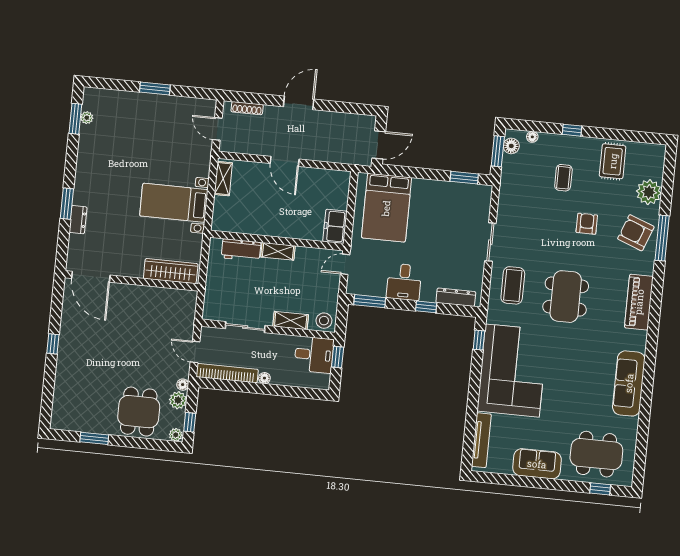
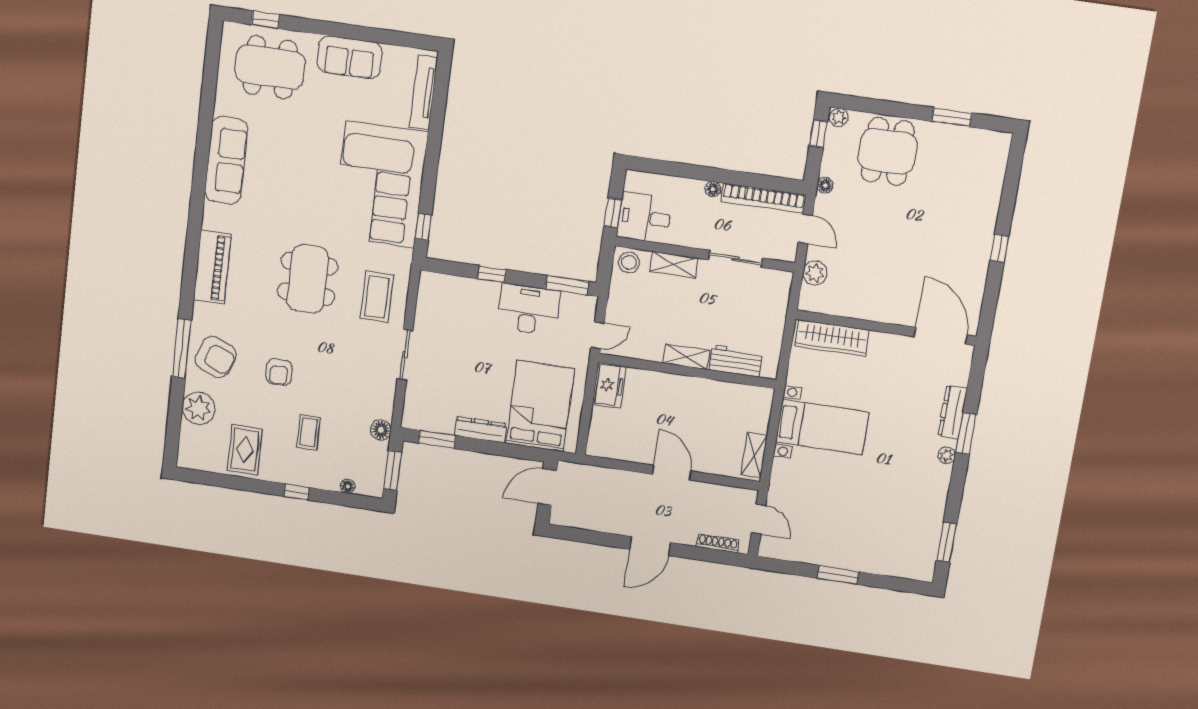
plant: (87, 118) -> (947, 455), moved
floor lamp: (511, 146) -> (381, 430), moved
dresser: (78, 220) -> (953, 412), width x1.44
desk: (404, 282) -> (528, 310), width x1.37
dresser: (456, 297) -> (480, 430), moved, turned 180
plant: (178, 400) -> (815, 273), moved

